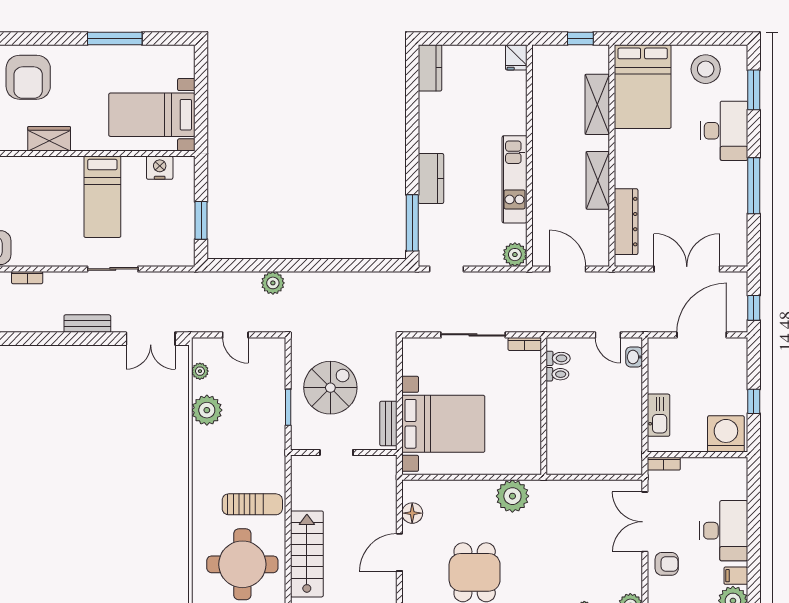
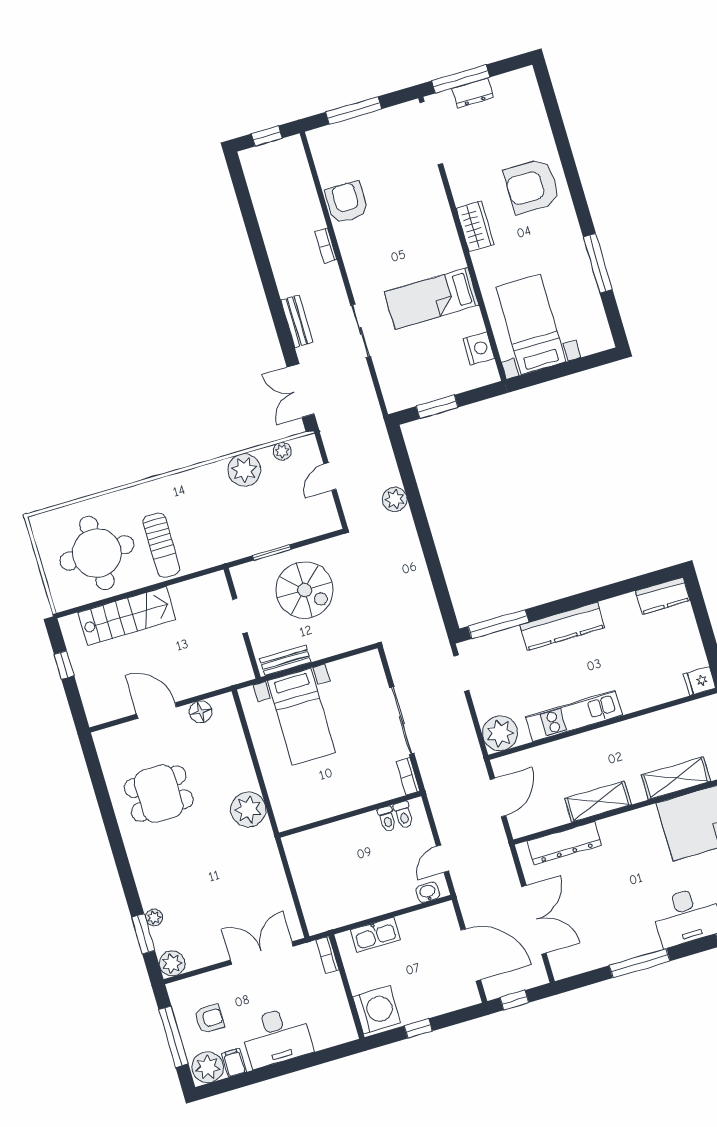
kitchen counter: (431, 179) -> (562, 626), width x1.50
plant: (515, 255) -> (500, 733), width x1.36, depth x1.36
bed with nightstands: (443, 424) -> (302, 717), width x0.73
armchair: (667, 564) -> (209, 1019), moved, turned -90

